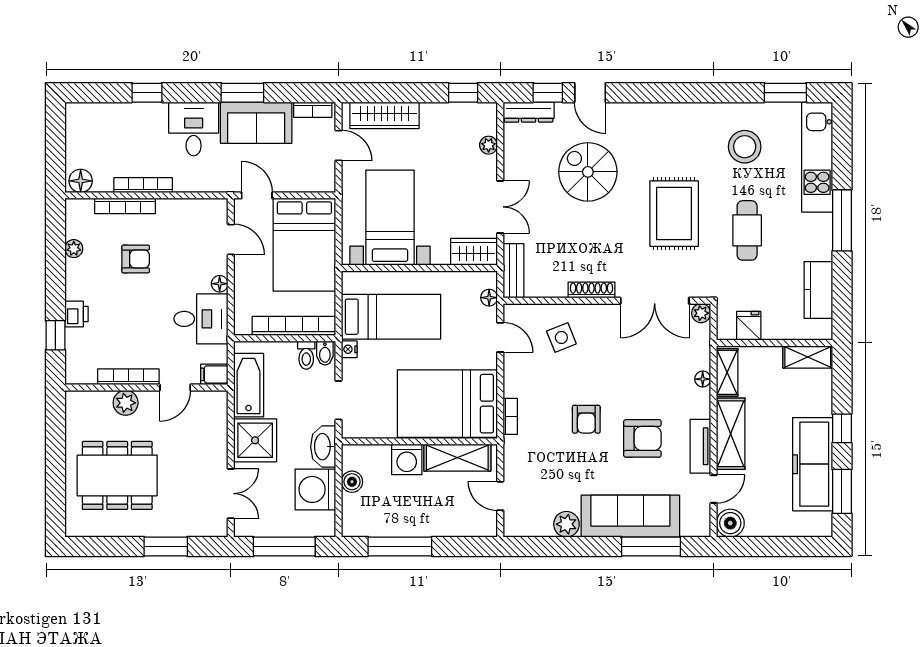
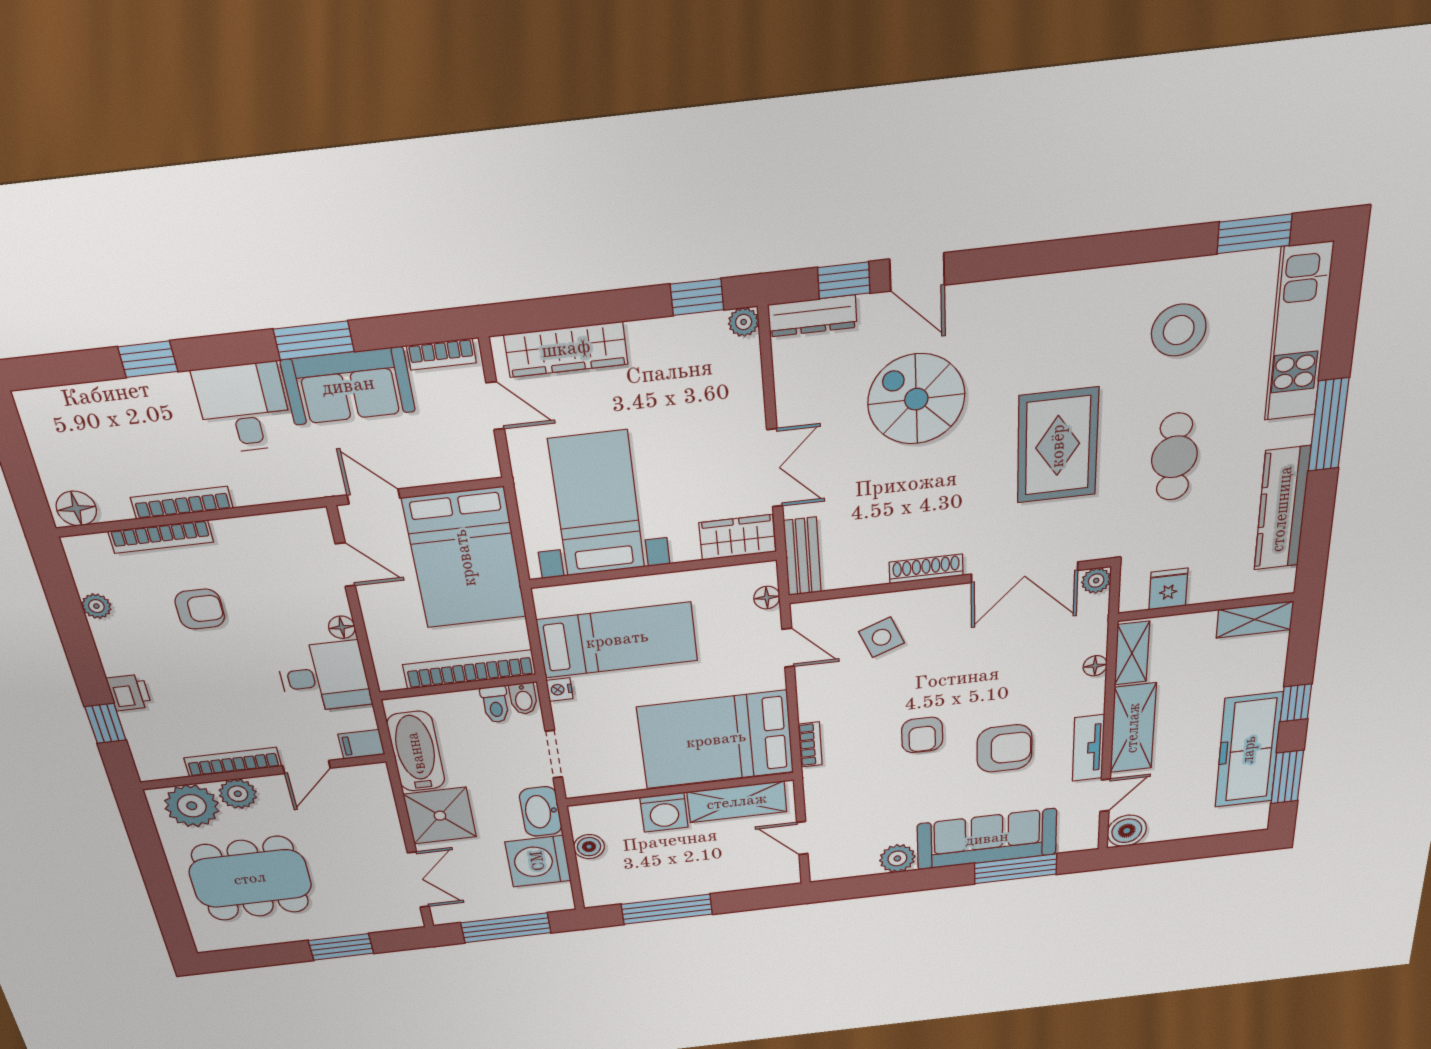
plant: (489, 145) -> (744, 322), moved
kitchen counter: (818, 290) -> (1282, 509), width x1.50
plant: (93, 408) -> (192, 806), added

